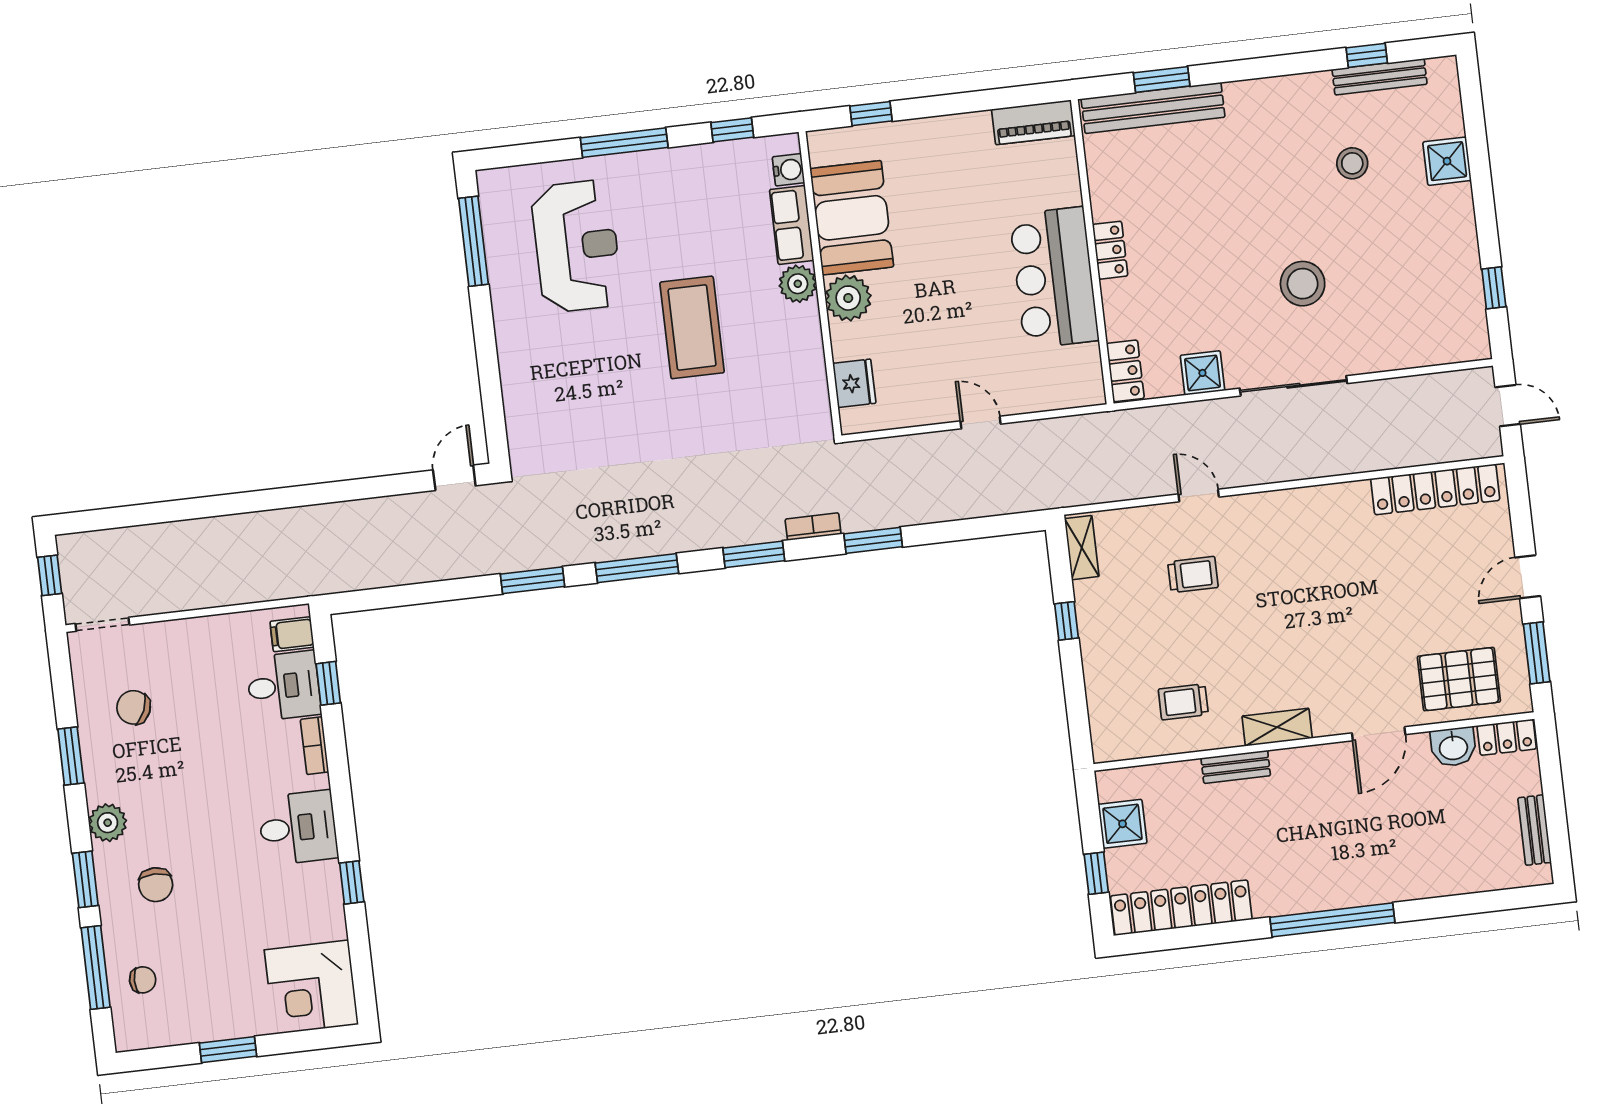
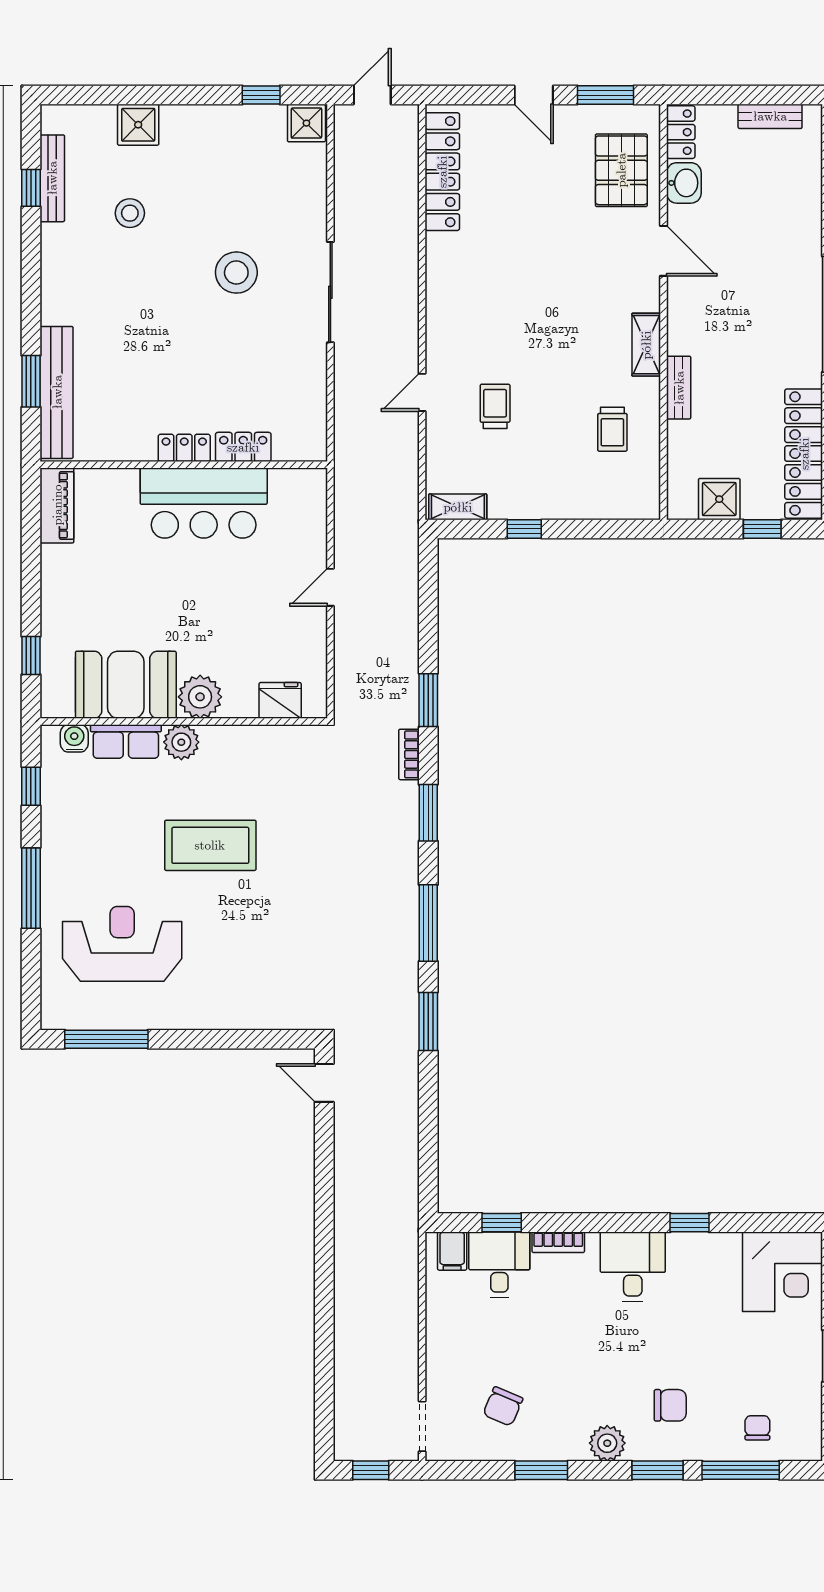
locker: (1125, 371) -> (243, 447), moved
shower: (1202, 373) -> (306, 123), moved

